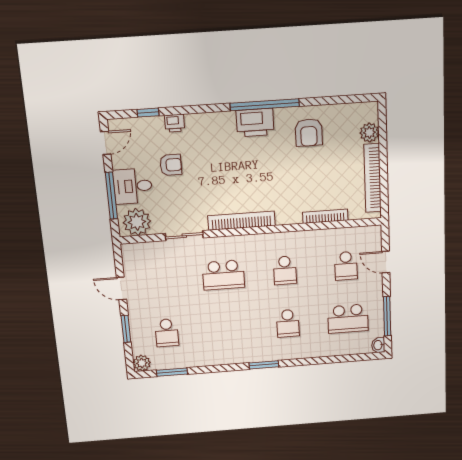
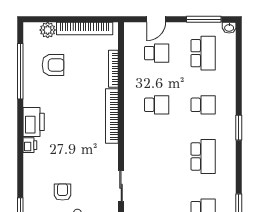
window: (265, 105) -> (20, 71), moved
printer: (175, 123) -> (30, 145), moved
armchair: (309, 133) -> (53, 65), moved
bookcase: (242, 221) -> (112, 116), moved
school desk: (223, 275) -> (203, 156), moved

